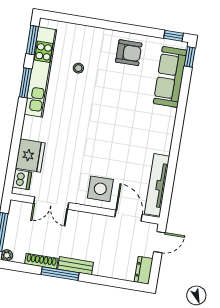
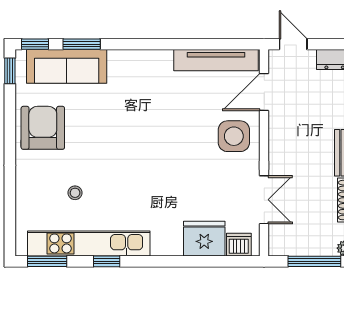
armchair: (129, 53) -> (43, 128), width x1.36, depth x1.36
window: (25, 83) -> (107, 261), width x0.67
window: (184, 90) -> (82, 44), added

